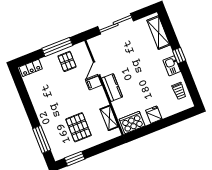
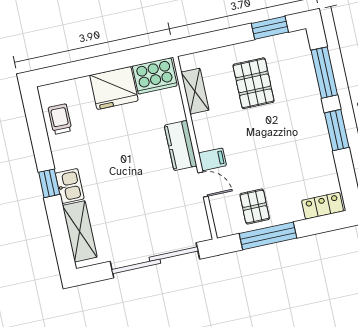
sliding door: (116, 24) -> (155, 260), width x1.36
kitchen sink: (172, 66) -> (70, 186), moved
door: (97, 69) -> (203, 184), hinge flipped
window: (30, 110) -> (337, 130), added
fridge: (154, 115) -> (114, 88), width x1.88, depth x1.34

